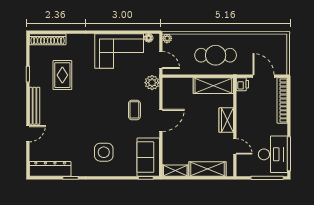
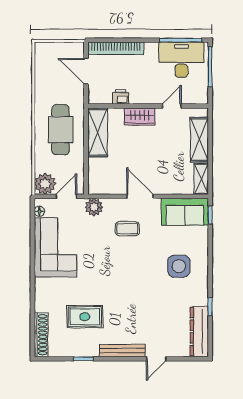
plant: (167, 38) -> (45, 184), width x1.87, depth x1.87
door: (264, 76) -> (86, 71), hinge flipped
printer: (242, 84) -> (121, 97), moved
door: (28, 134) -> (156, 359), swing flipped

